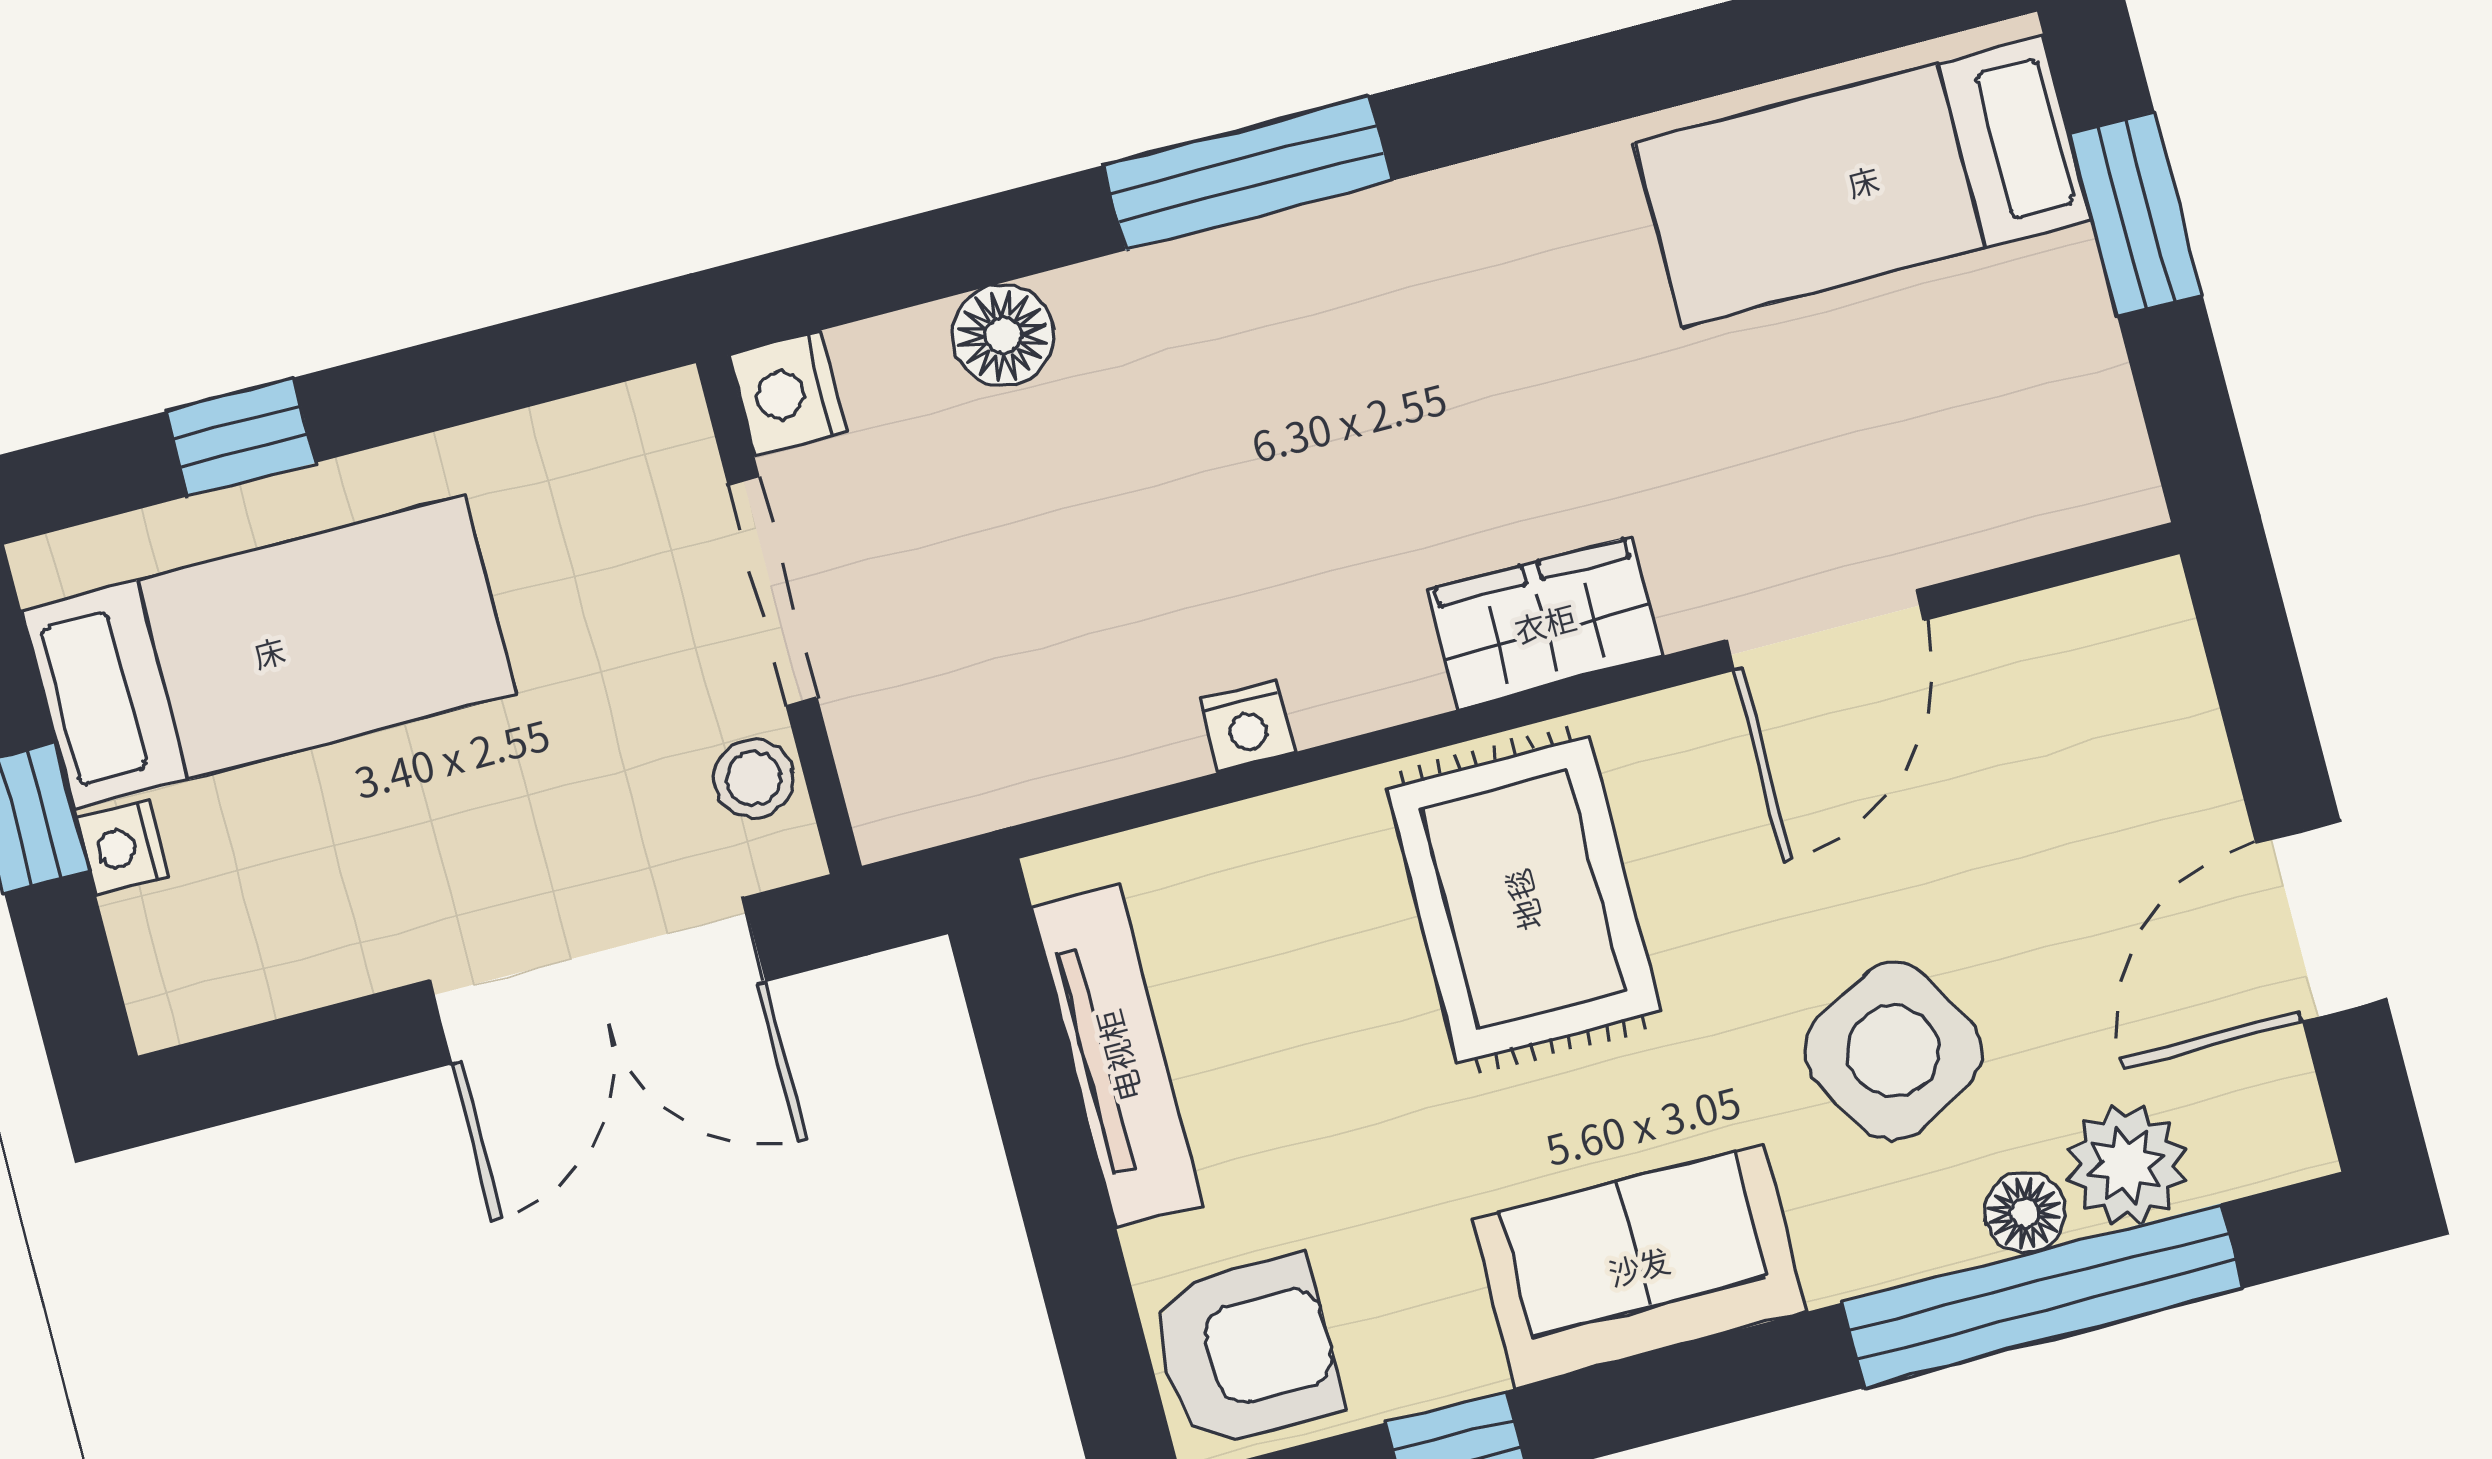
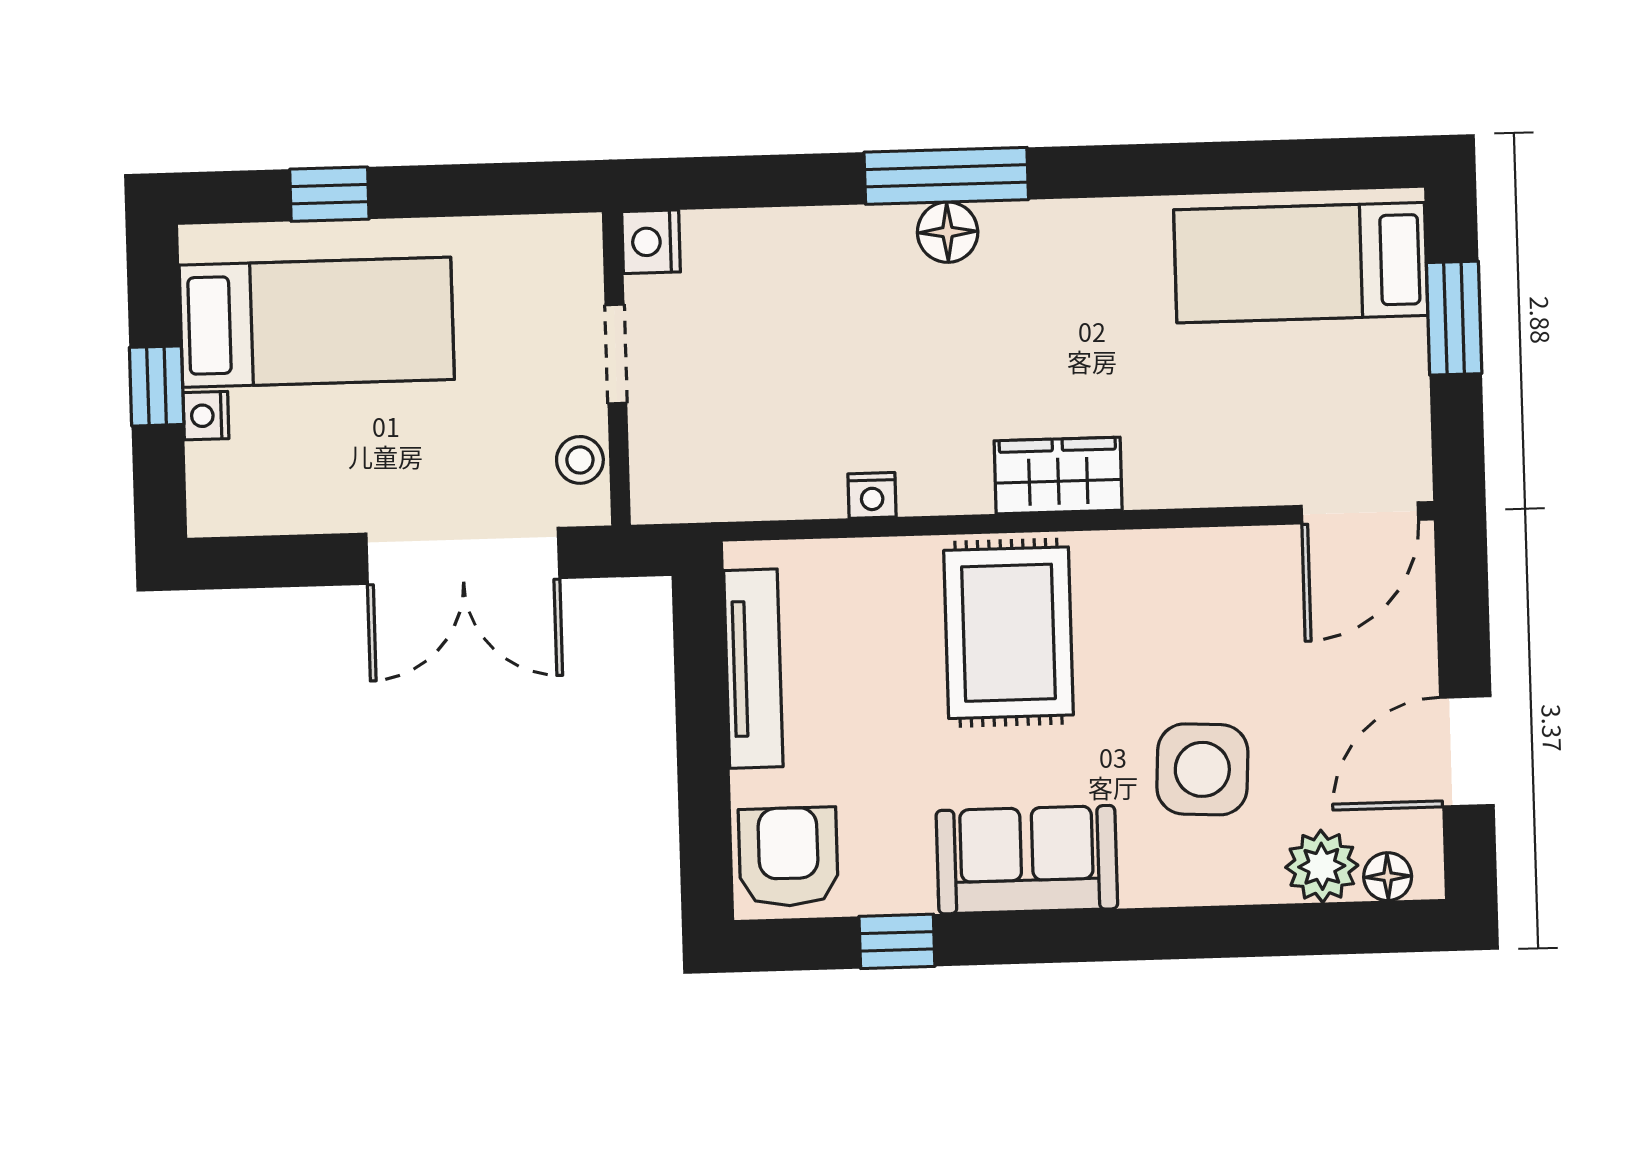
floor lamp: (1003, 335) -> (948, 232), moved
doorway: (773, 591) -> (616, 354), width x0.73
door: (1825, 630) -> (1360, 513), moved
side table: (1893, 1051) -> (1202, 769), turned 32
floor lamp: (2025, 1213) -> (1388, 877), moved
window: (2042, 1296) -> (1256, 931), removed
armchair: (1247, 1352) -> (788, 857), turned -90

